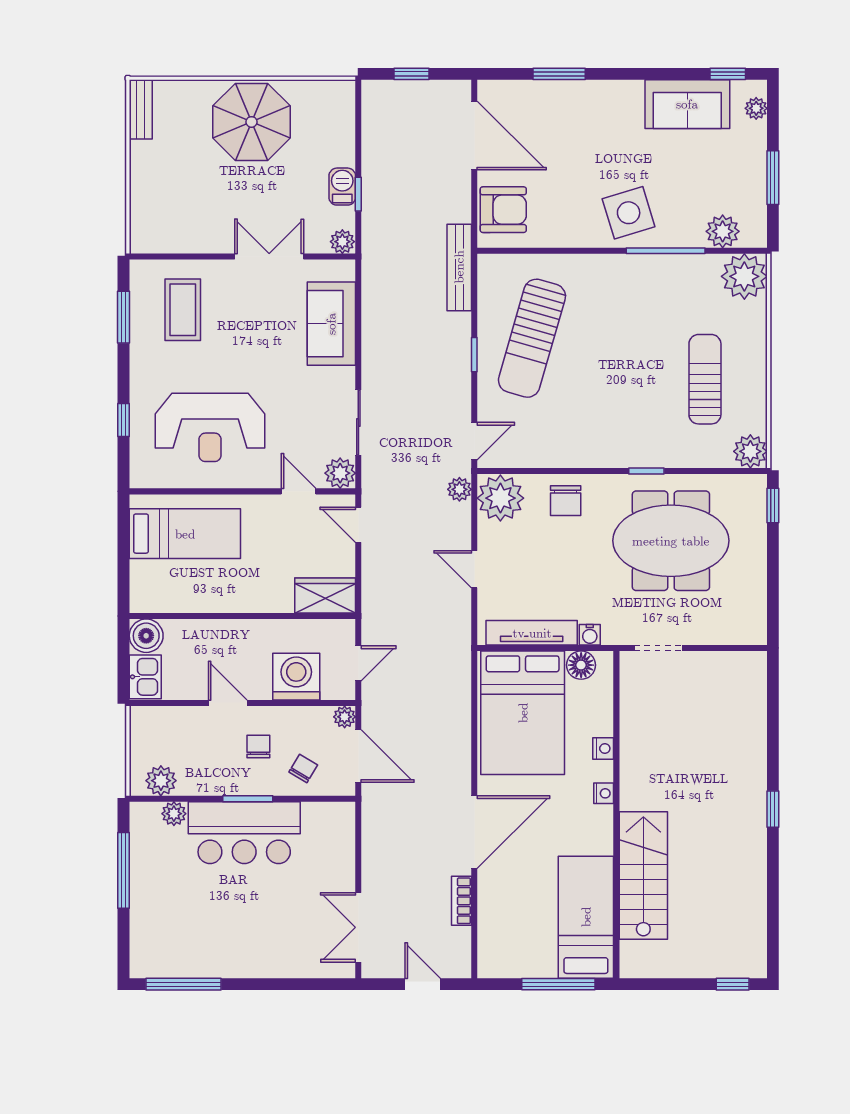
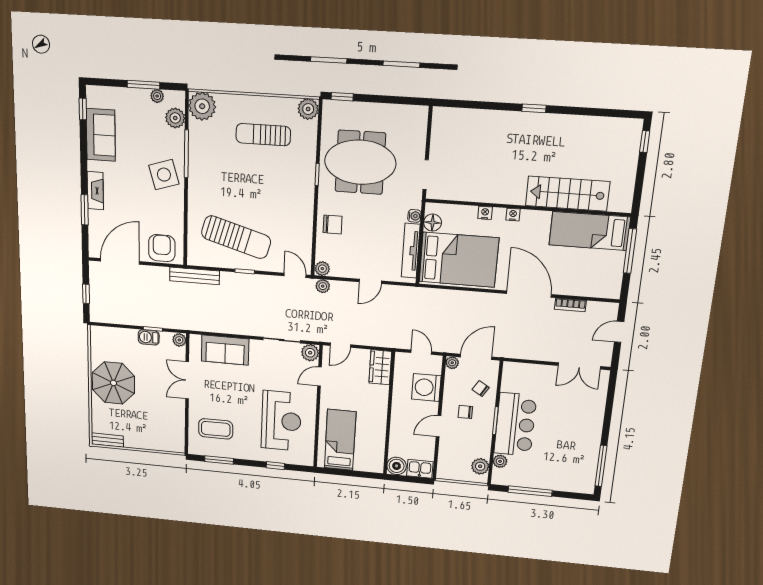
fireplace: (593, 93) -> (95, 191), added
plant: (756, 108) -> (157, 96), moved
plant: (500, 498) -> (322, 269), width x0.53, depth x0.53
meeting table: (671, 541) -> (360, 162), turned 90

